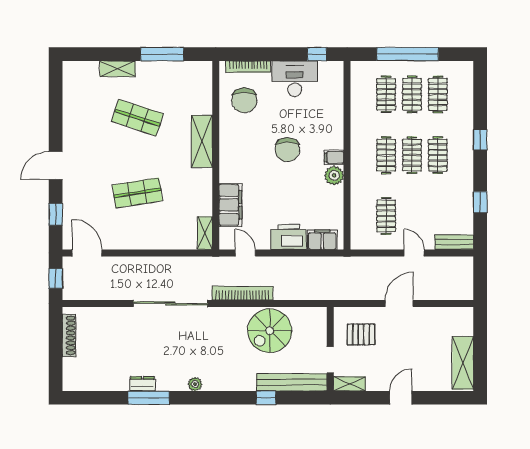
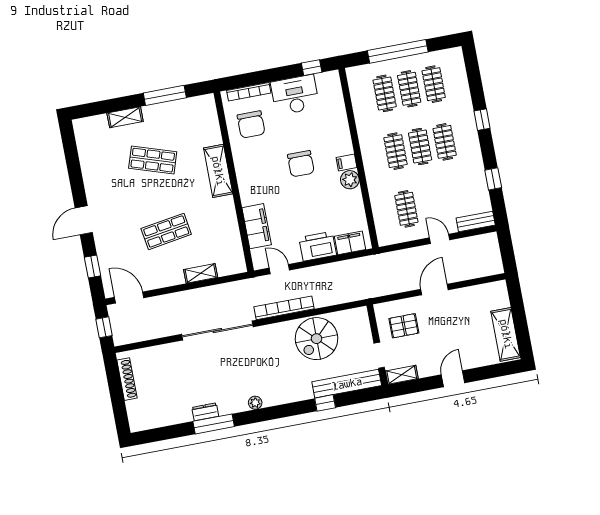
shelving: (205, 233) -> (201, 273), moved, turned 90

